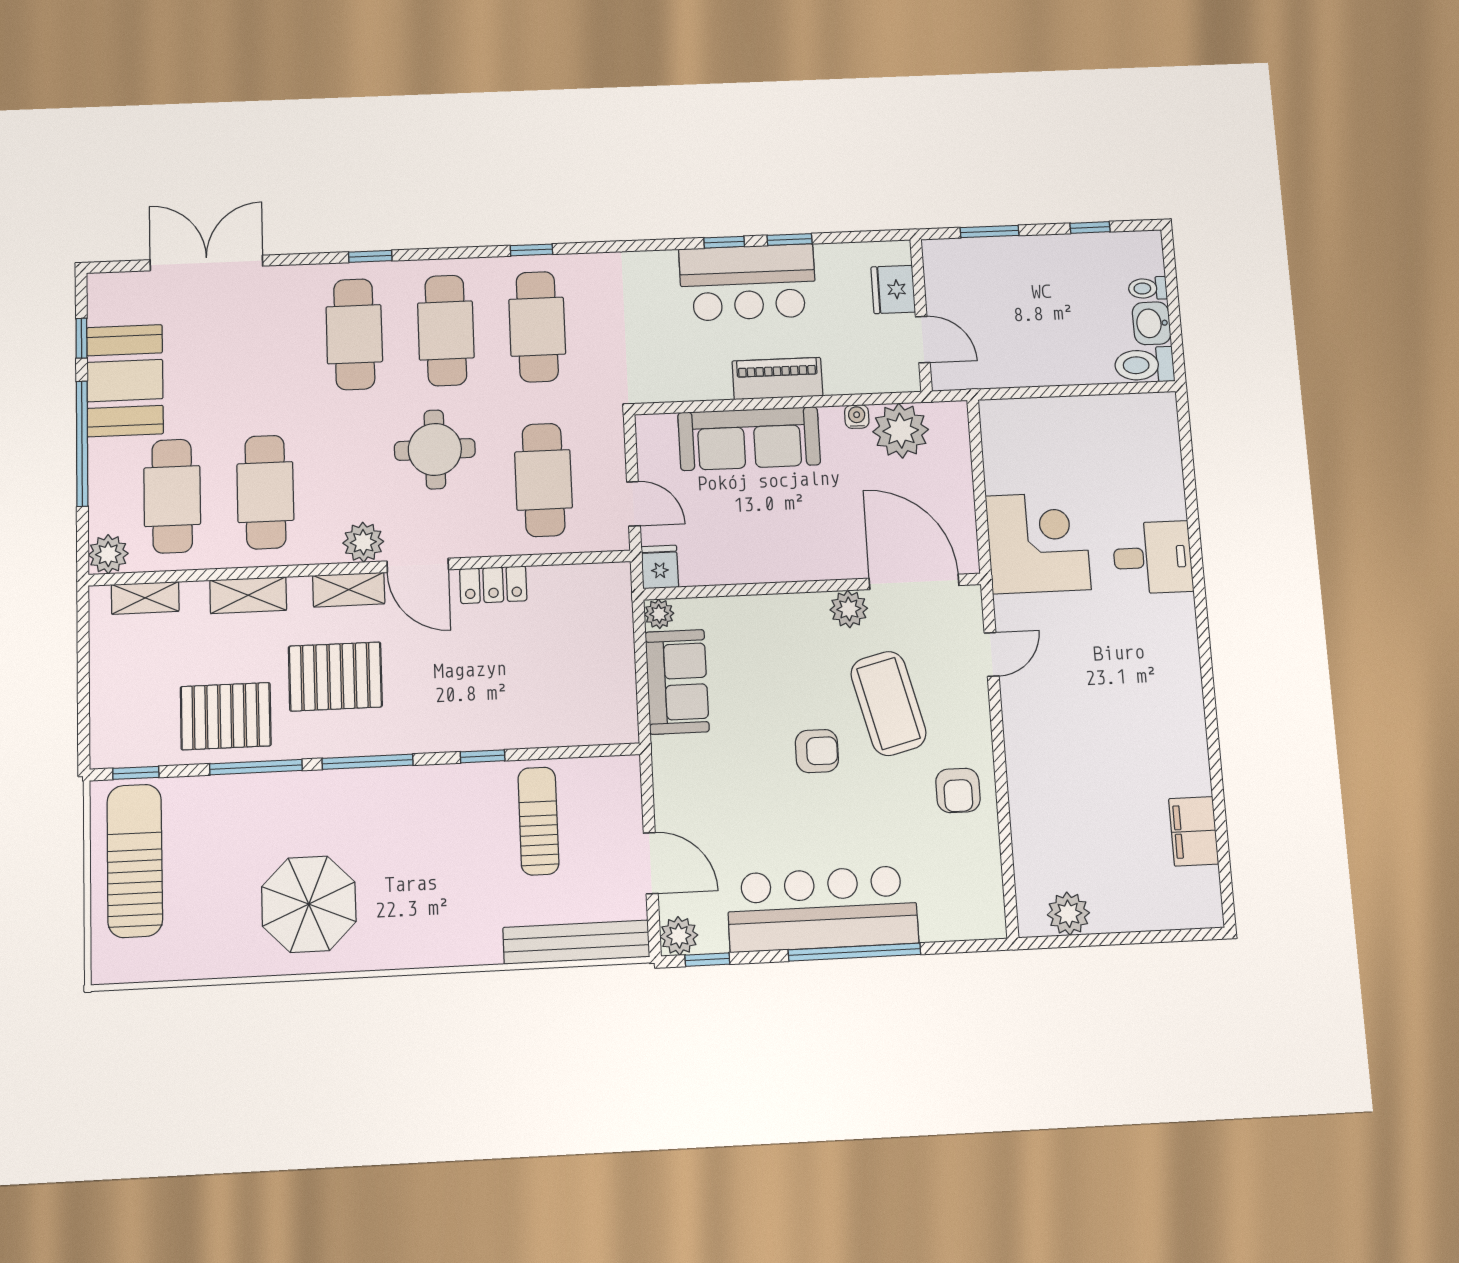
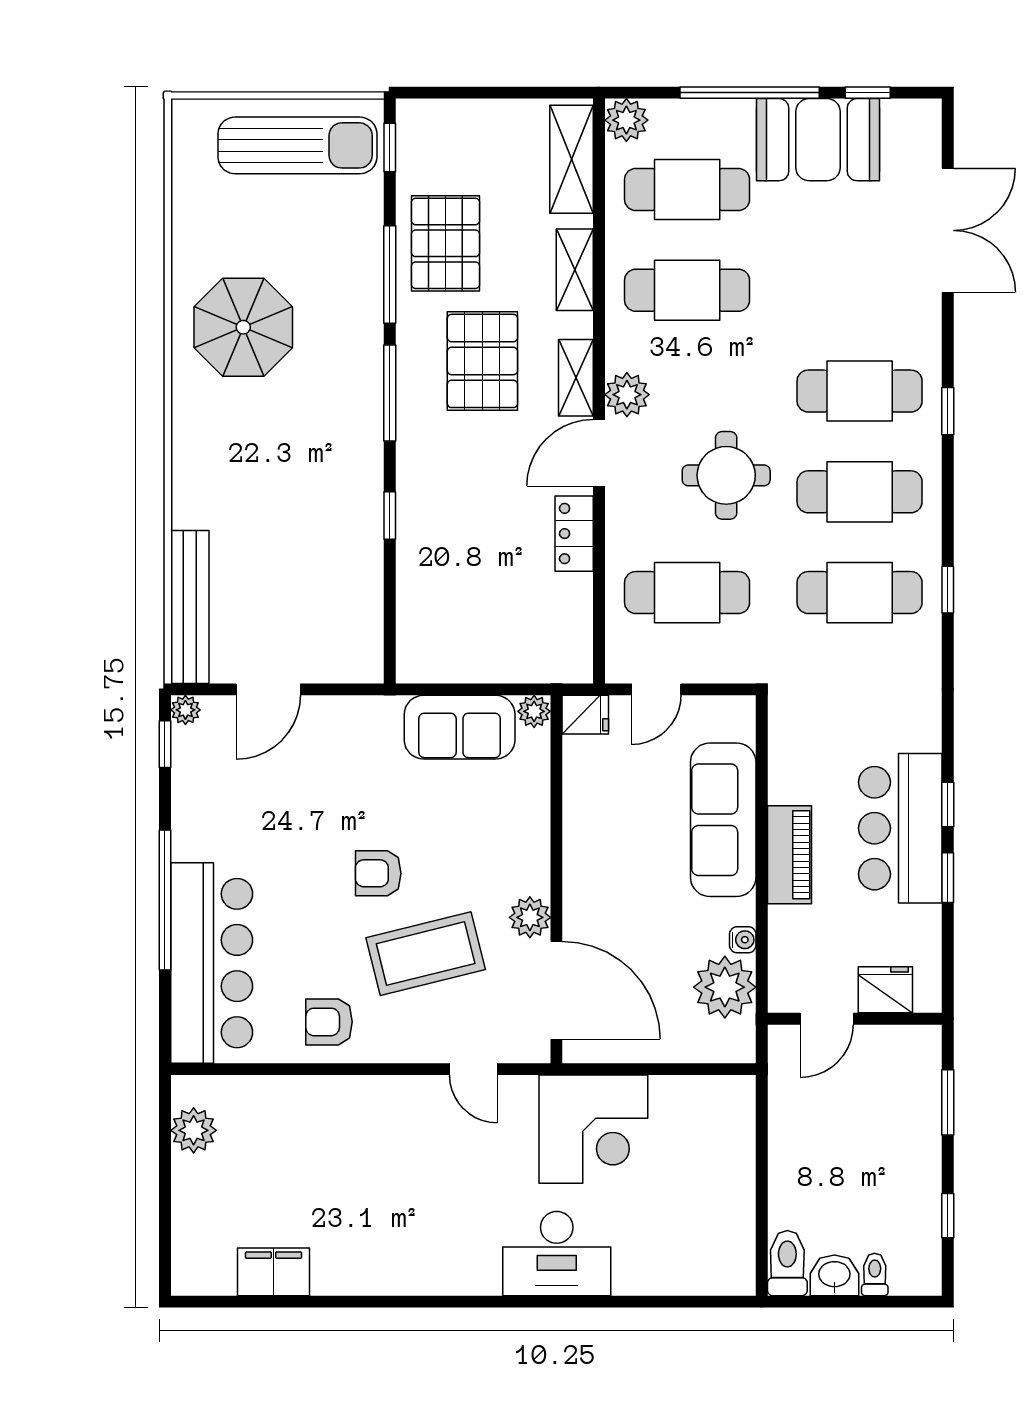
desk: (1153, 557) -> (557, 1254), width x1.37
door: (914, 582) -> (556, 990), hinge flipped
shelving: (145, 598) -> (571, 159), width x1.50, depth x1.33
armchair: (817, 751) -> (378, 873), turned 90
sun lounger: (538, 821) -> (318, 572), removed
bar counter: (822, 909) -> (212, 963), moved
plant: (679, 936) -> (185, 710), width x0.73, depth x0.73

